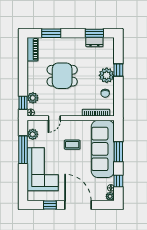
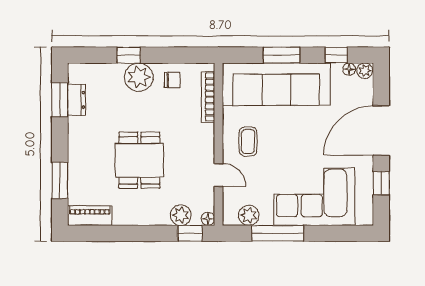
coffee table: (72, 145) -> (248, 142), moved

